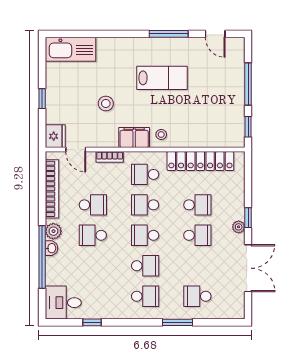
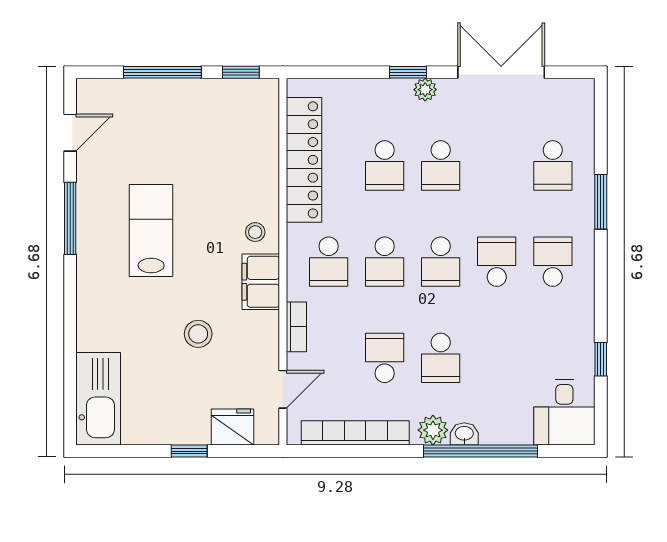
fridge: (55, 136) -> (233, 427), moved
school desk: (197, 205) -> (385, 165), turned 180
school desk: (197, 235) -> (441, 165), turned 180

